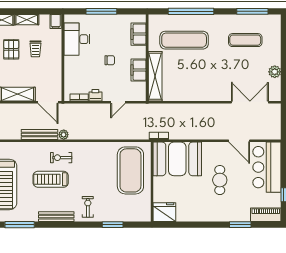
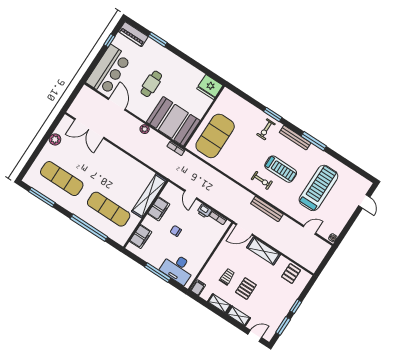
desk: (77, 39) -> (178, 268), moved, turned 90
exercise mat: (245, 40) -> (62, 179), width x1.36, depth x1.45
door: (48, 102) -> (244, 229), swing flipped
door: (118, 102) -> (191, 195), swing flipped
plant: (64, 135) -> (145, 129), moved
window: (20, 225) -> (314, 141), moved
window: (113, 225) -> (273, 114), moved

